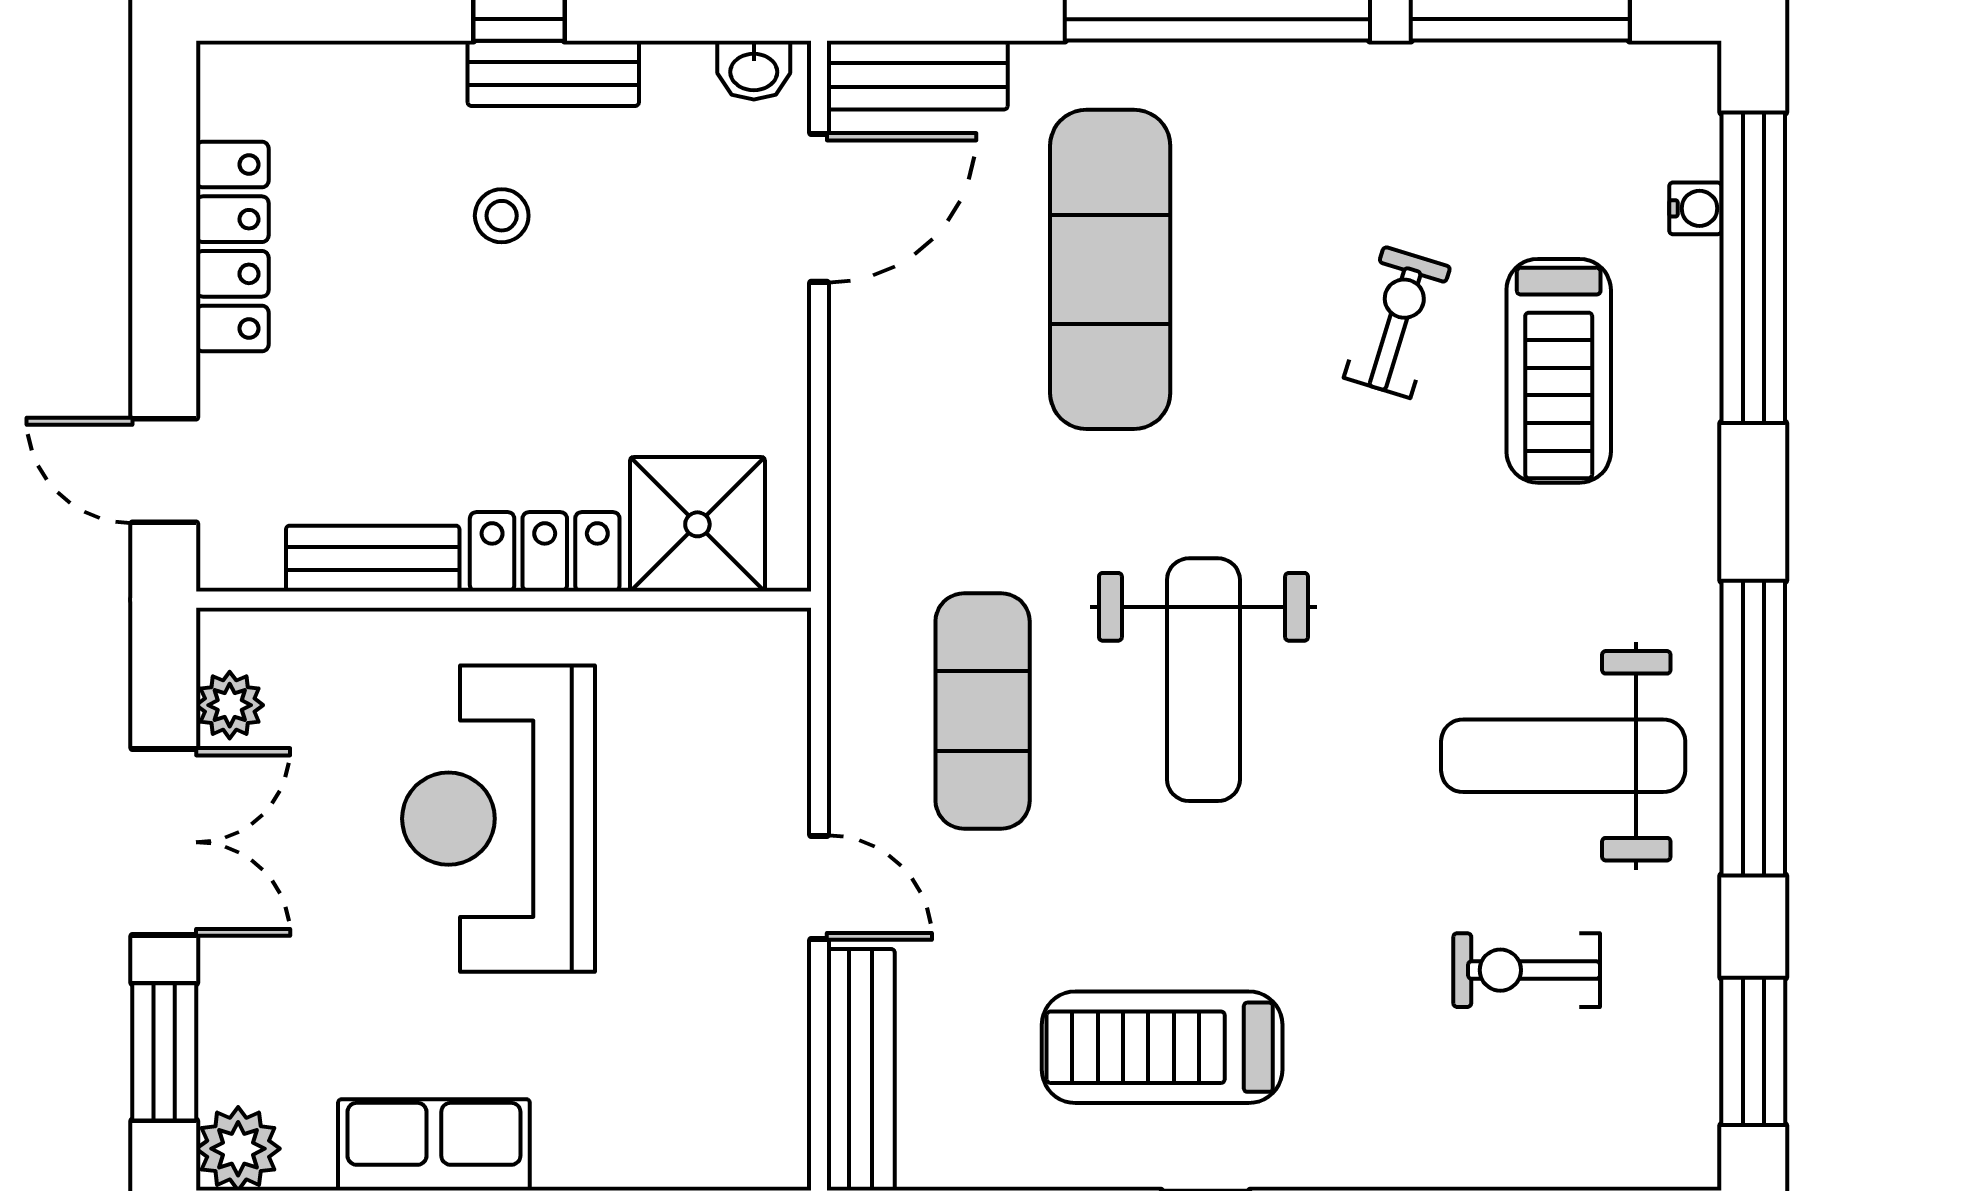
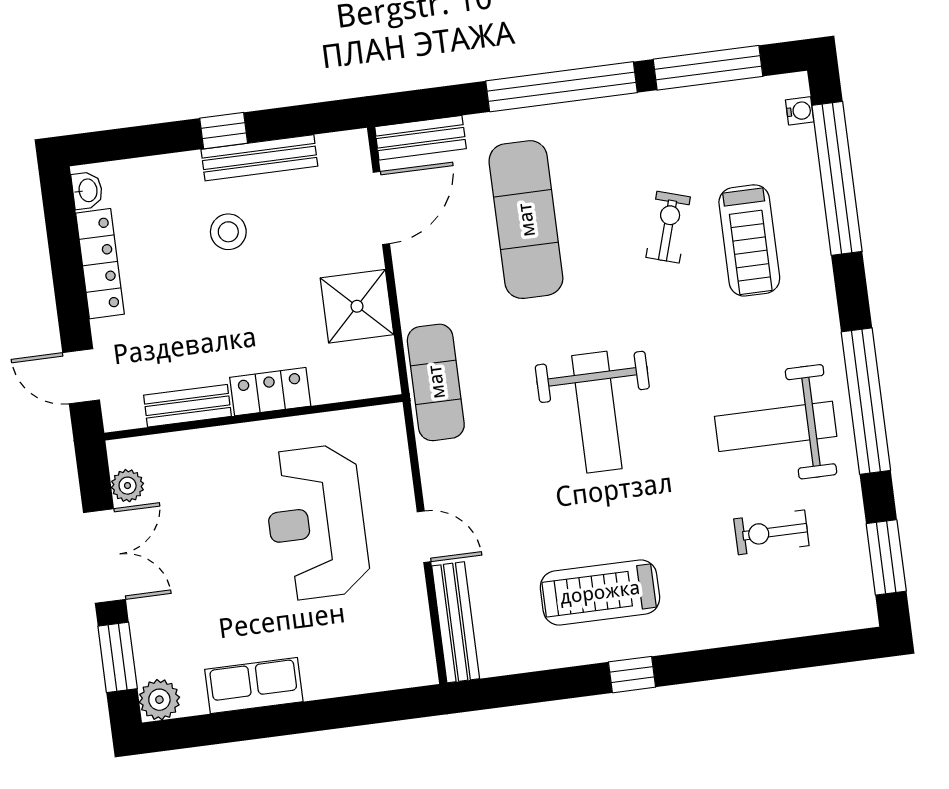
washbasin: (754, 70) -> (87, 190), moved, turned -90
bench: (553, 73) -> (259, 158), width x1.36
water cooler: (1695, 208) -> (800, 111), moved
stool: (502, 216) -> (228, 232), width x1.37, depth x1.37
shower: (697, 524) -> (357, 306), moved
exercise mat: (983, 711) -> (436, 382), moved
reception desk: (499, 819) -> (316, 522), moved

